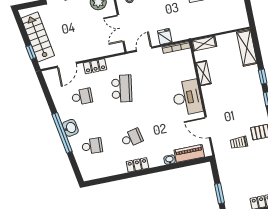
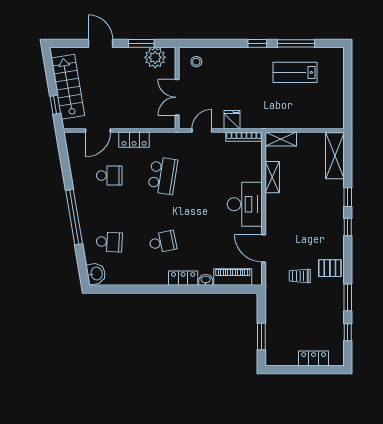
washbasin: (70, 128) -> (96, 274), moved
locker: (137, 165) -> (183, 278), moved

